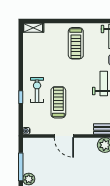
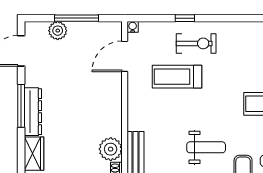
treadmill: (58, 102) -> (177, 77), turned 180
door: (64, 136) -> (125, 56), moved

